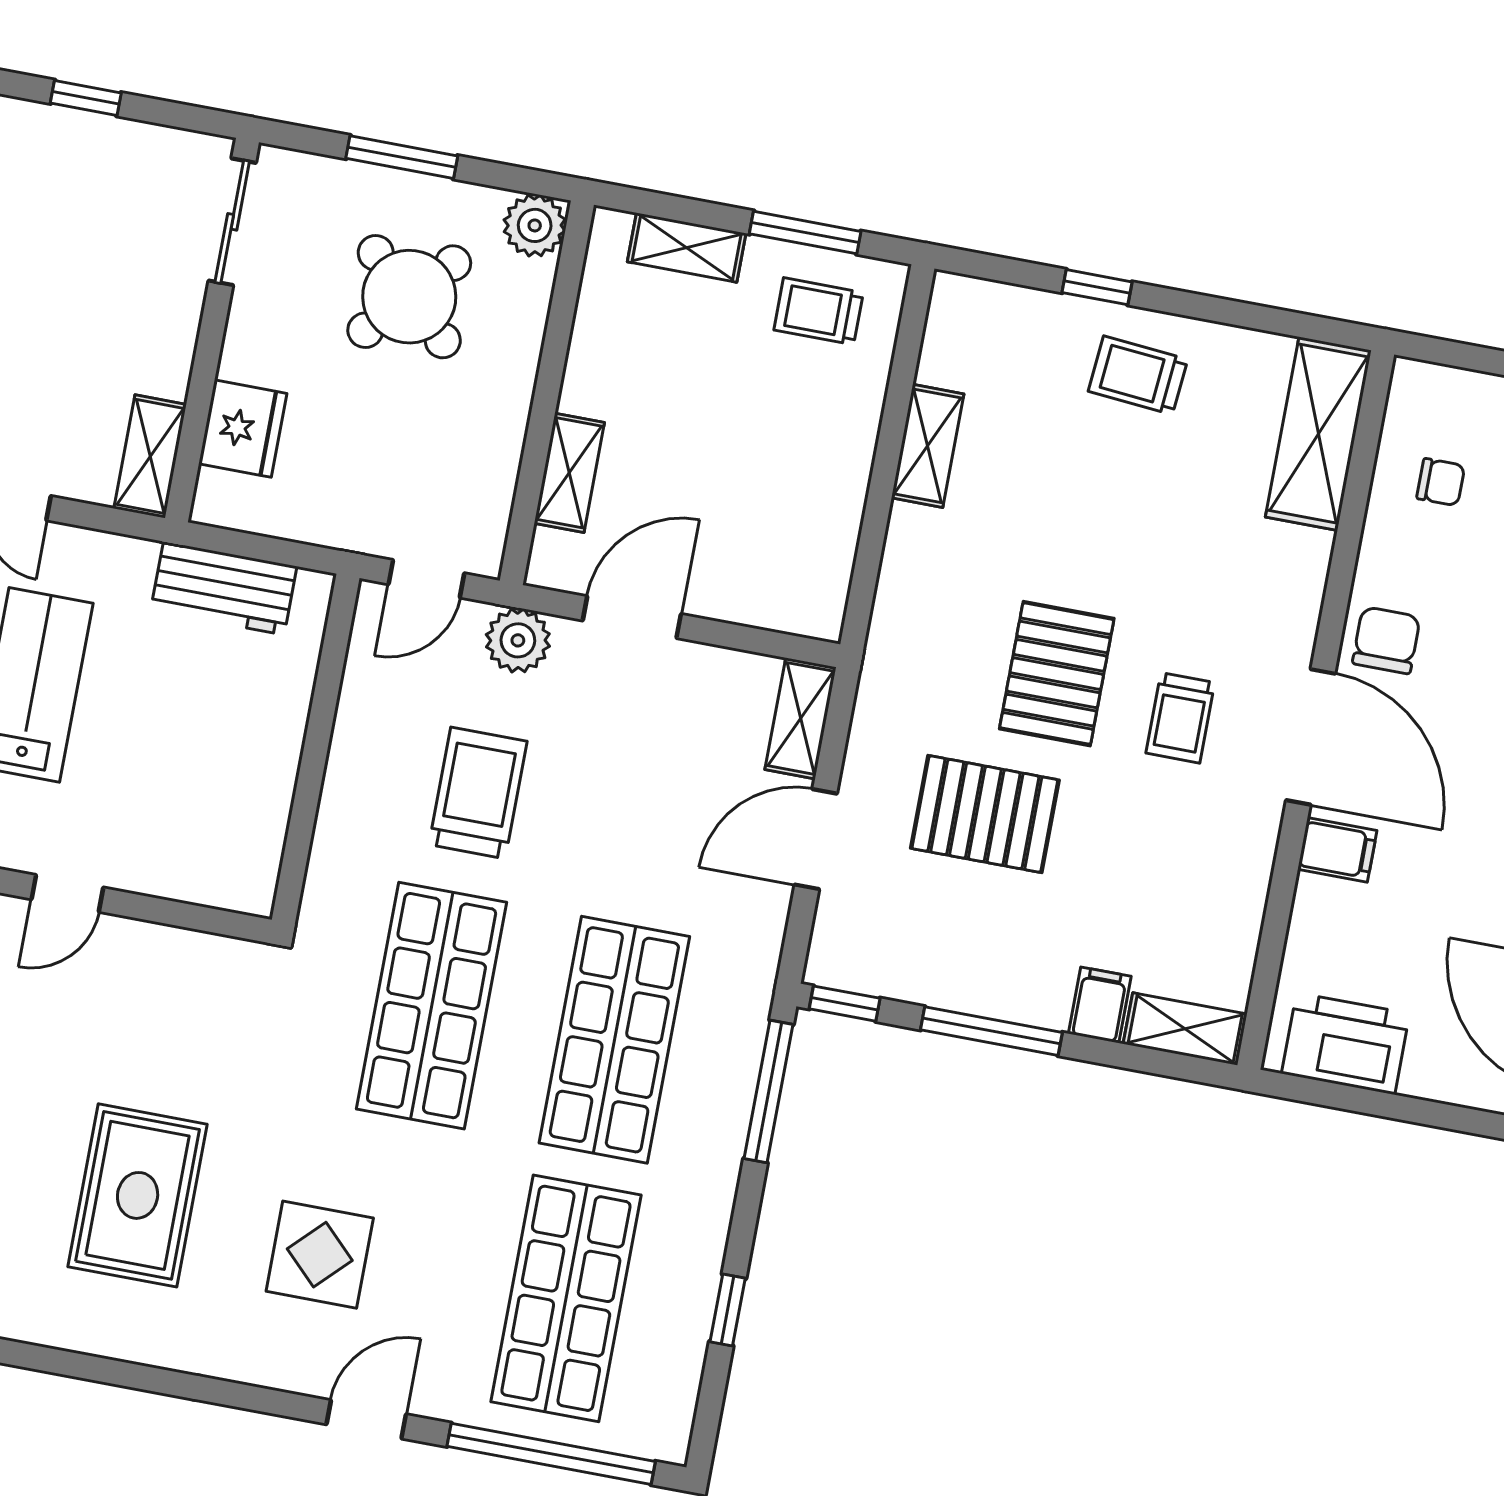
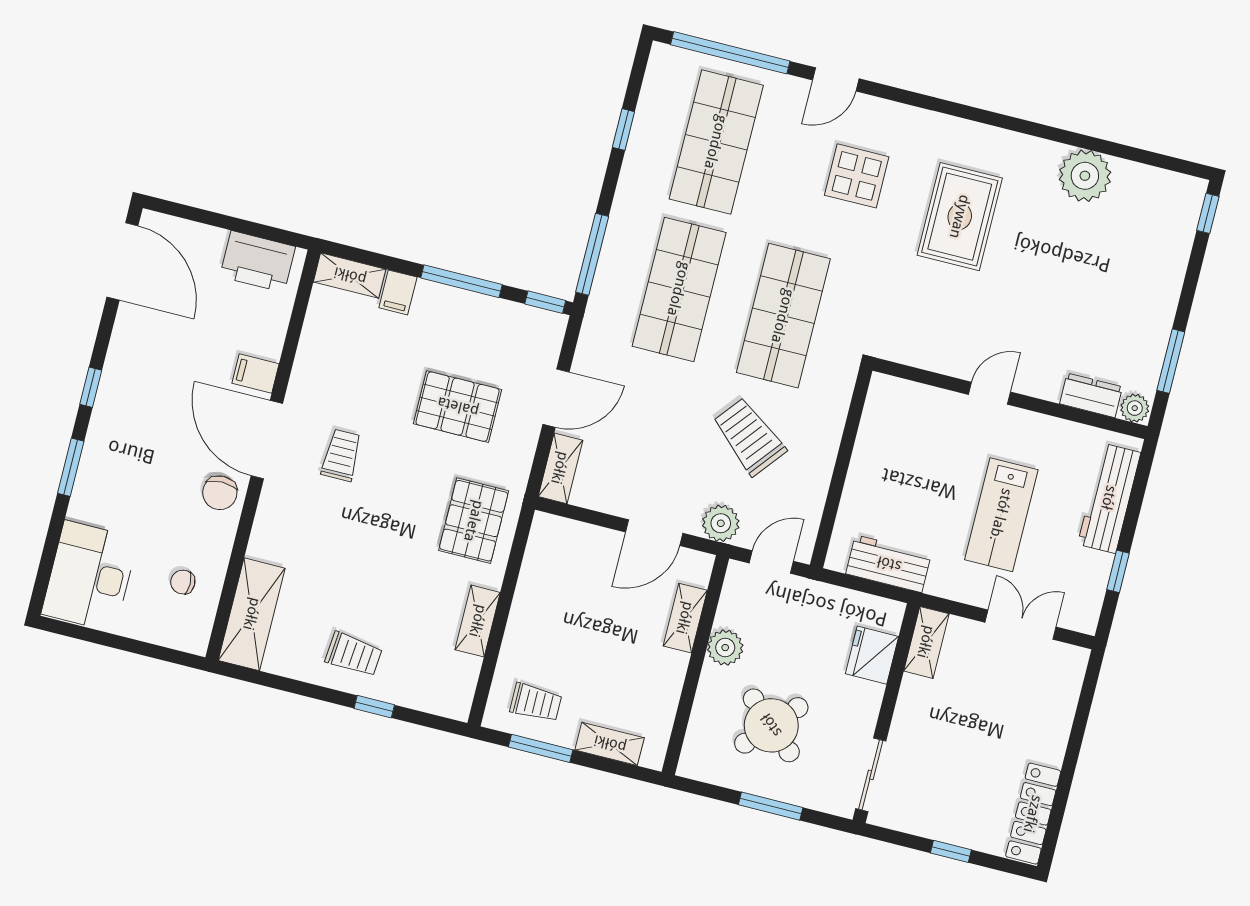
plant: (535, 225) -> (725, 648), moved
pallet: (1057, 674) -> (474, 521), moved
trolley: (478, 793) -> (749, 437), turned 129

